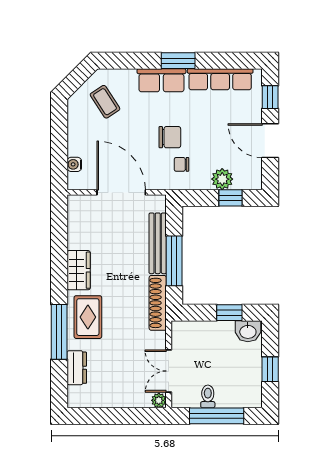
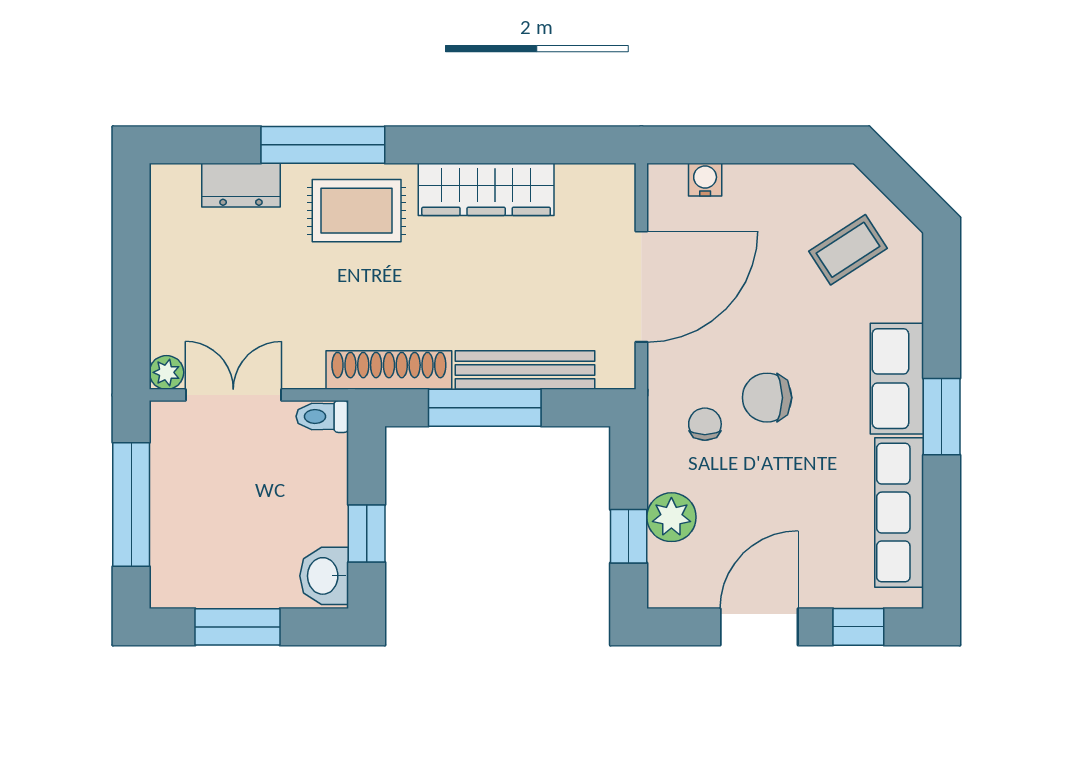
chair: (170, 137) -> (767, 398), turned 90
wardrobe: (79, 270) -> (486, 189), width x1.50
window: (270, 369) -> (237, 627), width x1.50
toilet: (208, 396) -> (322, 416), moved, turned 180

